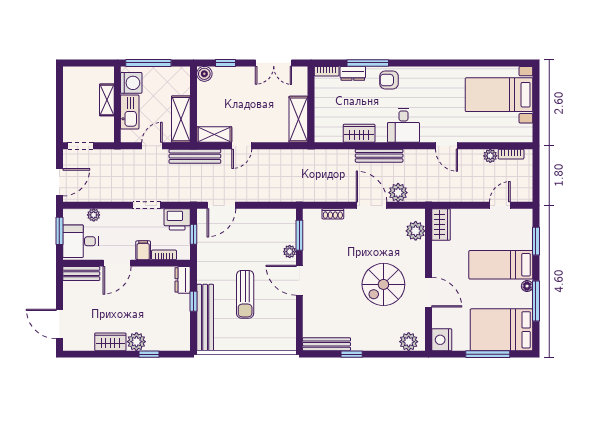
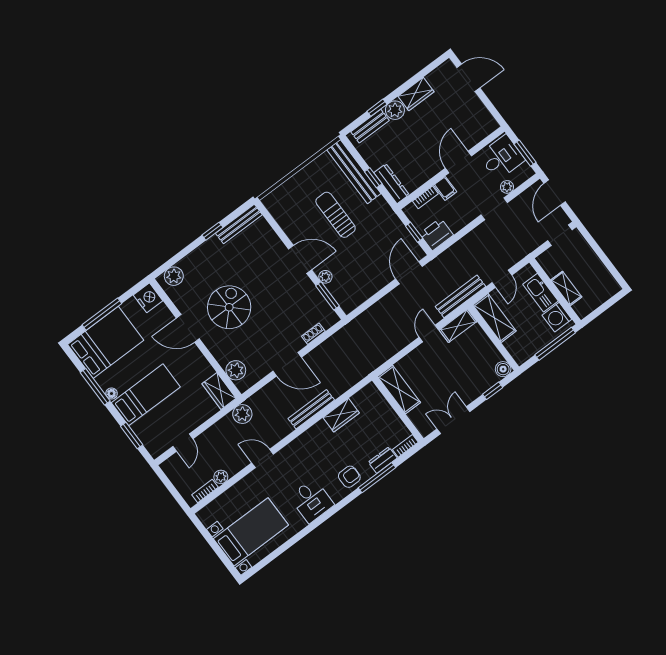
desk: (403, 125) -> (312, 501), moved, turned 180
plant: (398, 193) -> (242, 414), moved
doorway: (147, 205) -> (494, 209), moved
bench: (81, 274) -> (370, 126), moved
dresser: (183, 280) -> (391, 184), width x1.44

